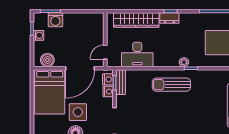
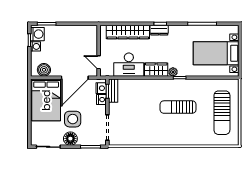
washing machine: (55, 20) -> (37, 34), moved, turned -90
door: (105, 52) -> (99, 62), hinge flipped
wardrobe: (166, 60) -> (156, 70), added
sun lounger: (171, 85) -> (178, 107), moved

